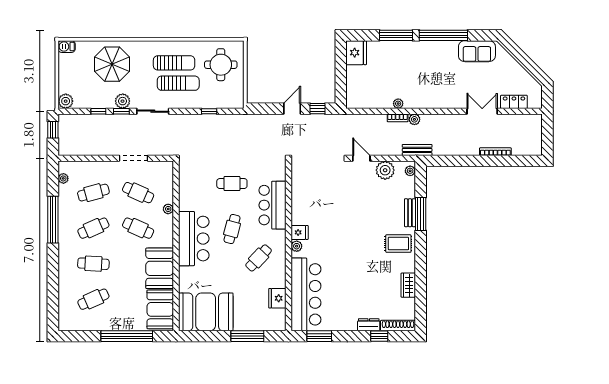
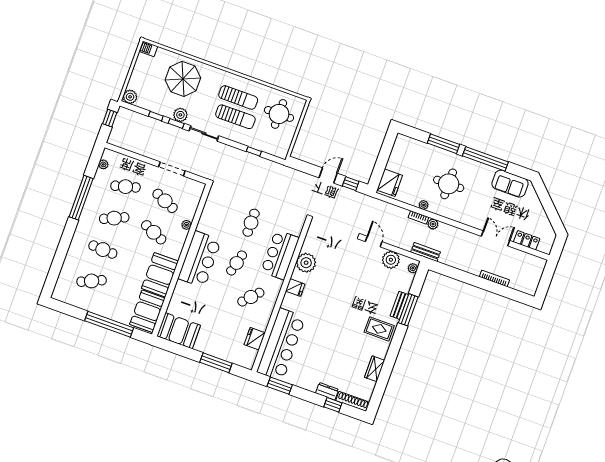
fridge: (356, 53) -> (390, 183), moved
round table: (416, 73) -> (449, 184), added
cafe table: (232, 184) -> (251, 223), turned 90
plant: (297, 246) -> (306, 263), moved, width x1.88, depth x1.88
booth: (206, 312) -> (179, 331), width x0.73, depth x0.70

